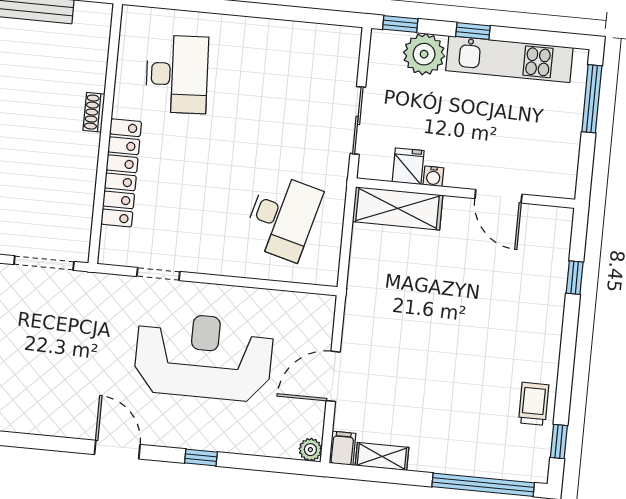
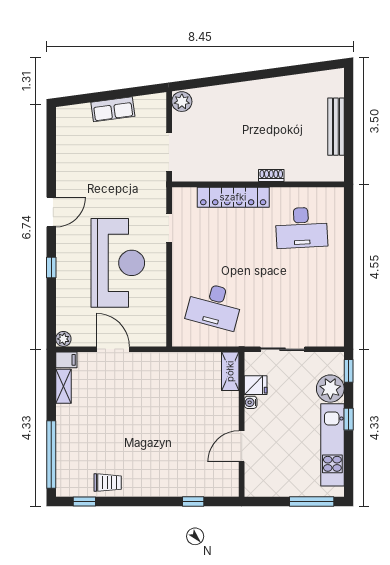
shelving: (398, 208) -> (230, 371), width x0.67, depth x0.75

